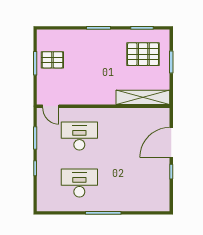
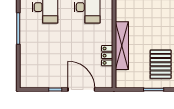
shelving: (143, 97) -> (122, 46), moved
locker: (133, 114) -> (107, 56), added

